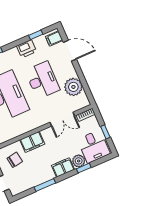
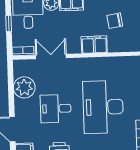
desk: (42, 80) -> (56, 109), width x0.73
chair: (15, 160) -> (115, 21), moved

